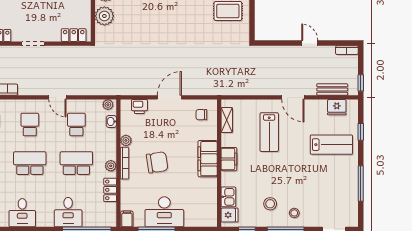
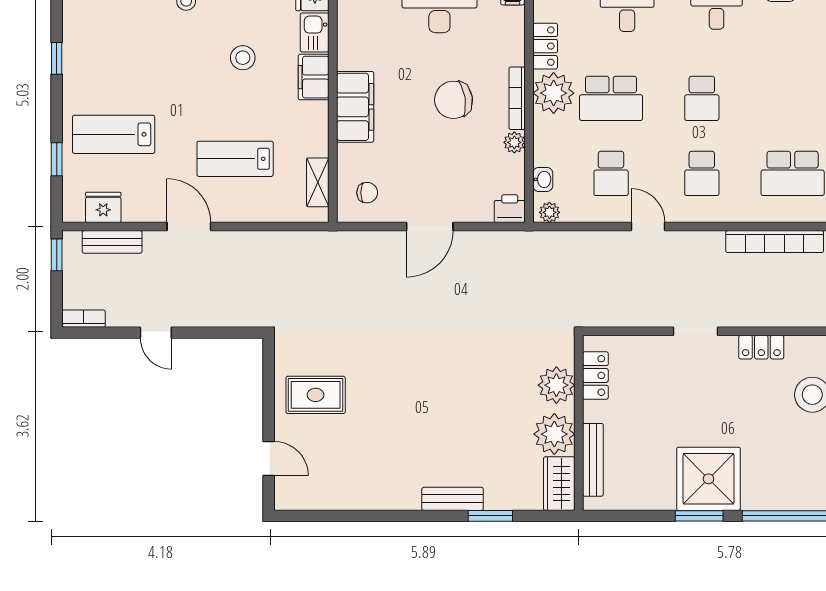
locker: (74, 35) -> (595, 375), moved, turned -90
printer: (139, 107) -> (510, 209), moved
lab bench: (269, 132) -> (235, 159), turned -90
filing cabinet: (229, 159) -> (314, 77), moved
school desk: (30, 163) -> (702, 98), width x0.54
plant: (111, 166) -> (554, 93), width x1.87, depth x1.87
window: (361, 184) -> (57, 58), width x0.46
stool: (270, 204) -> (243, 58), moved

